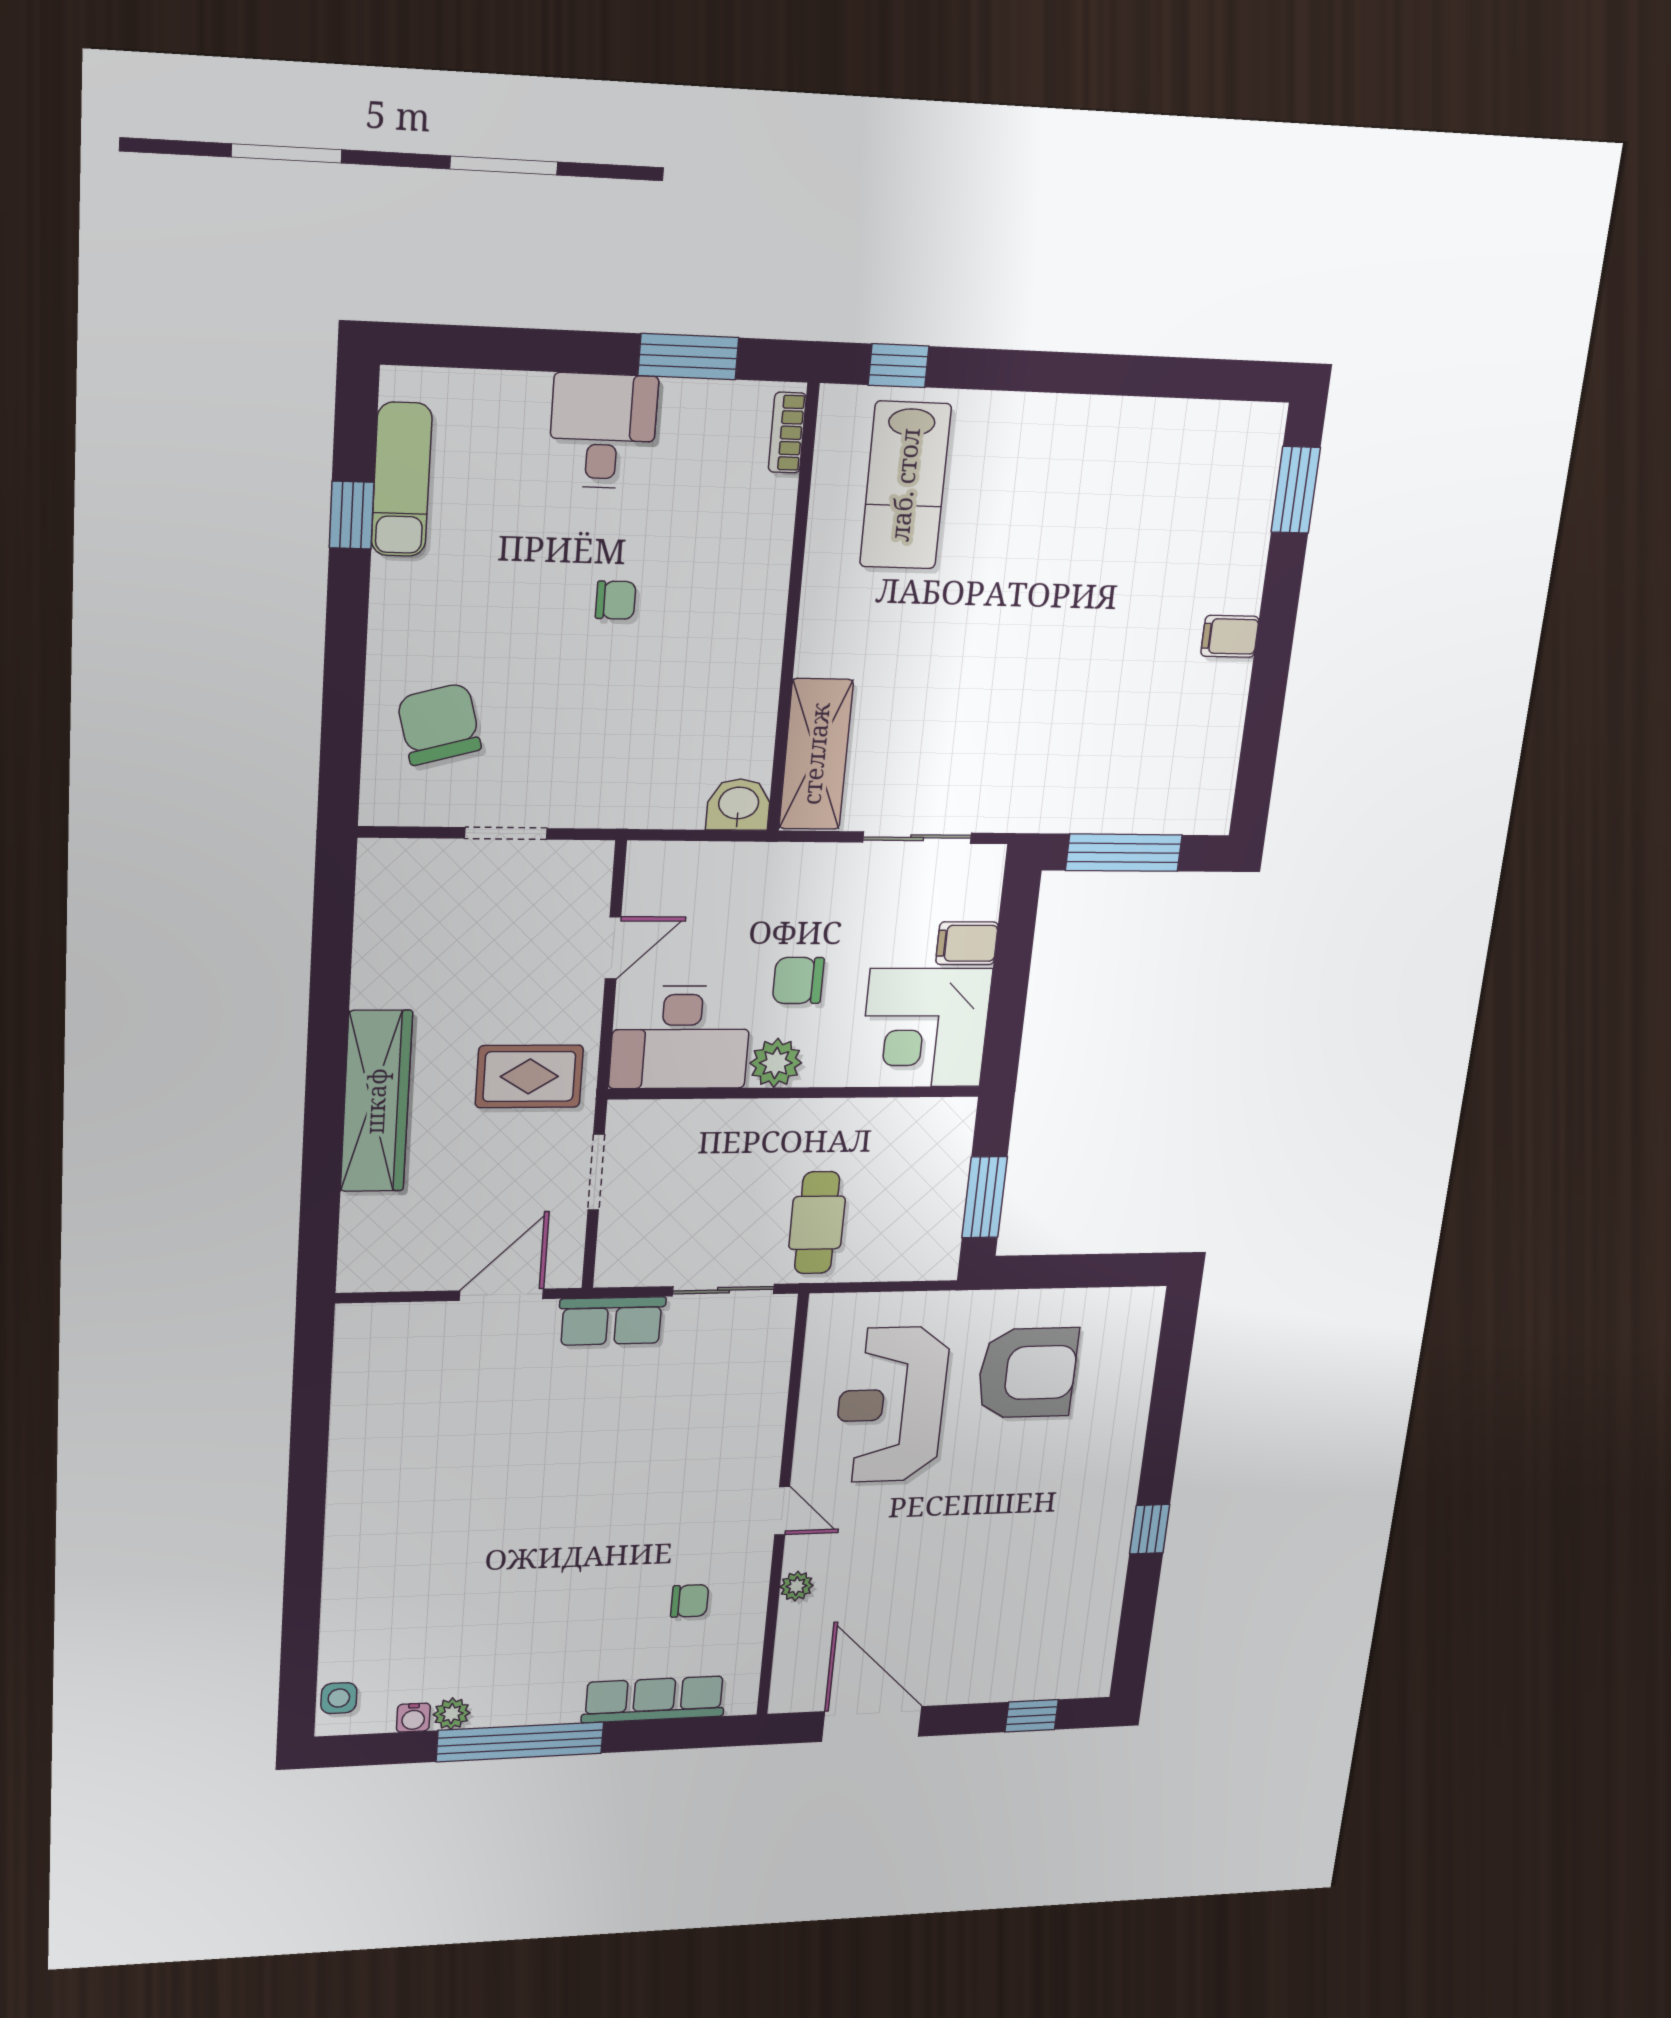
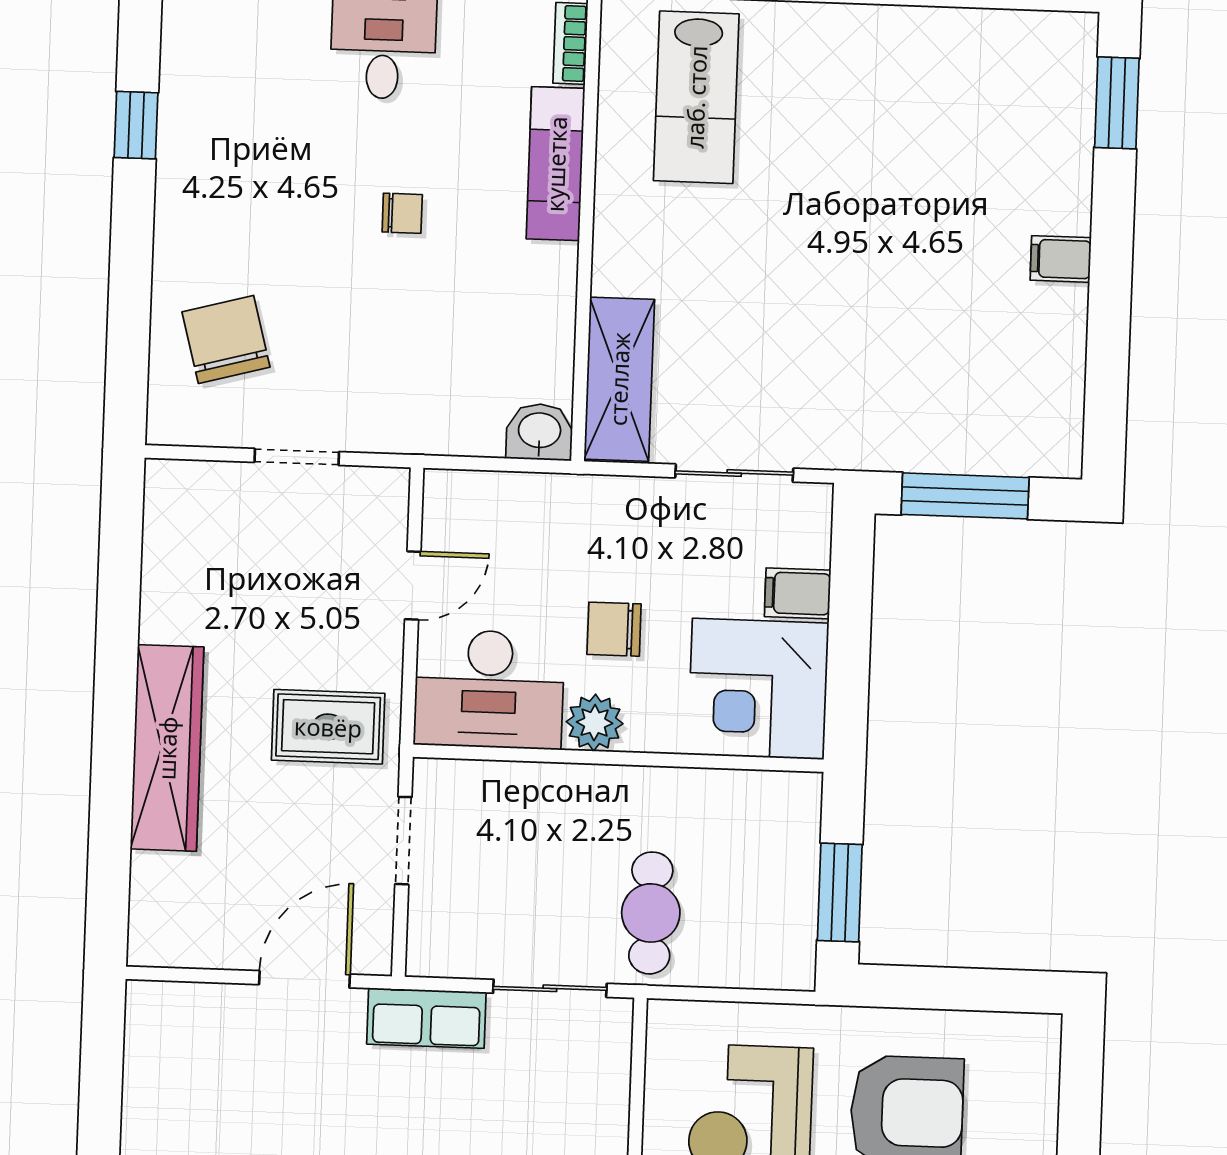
exam couch: (402, 480) -> (556, 164), moved, turned 180

